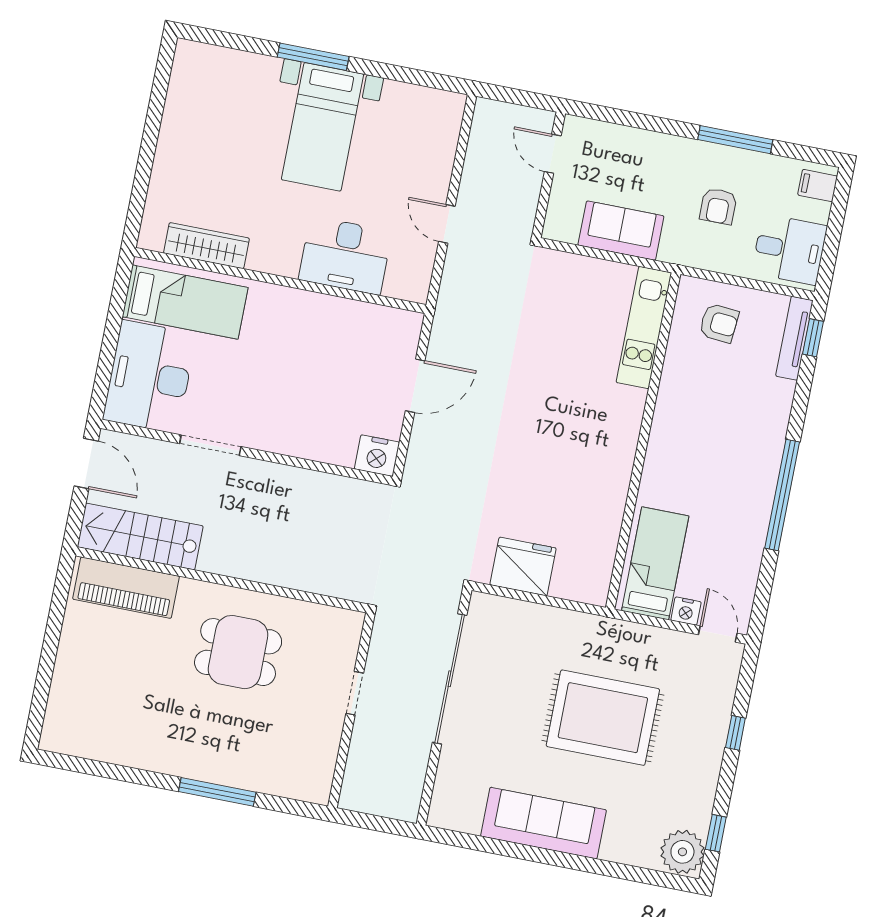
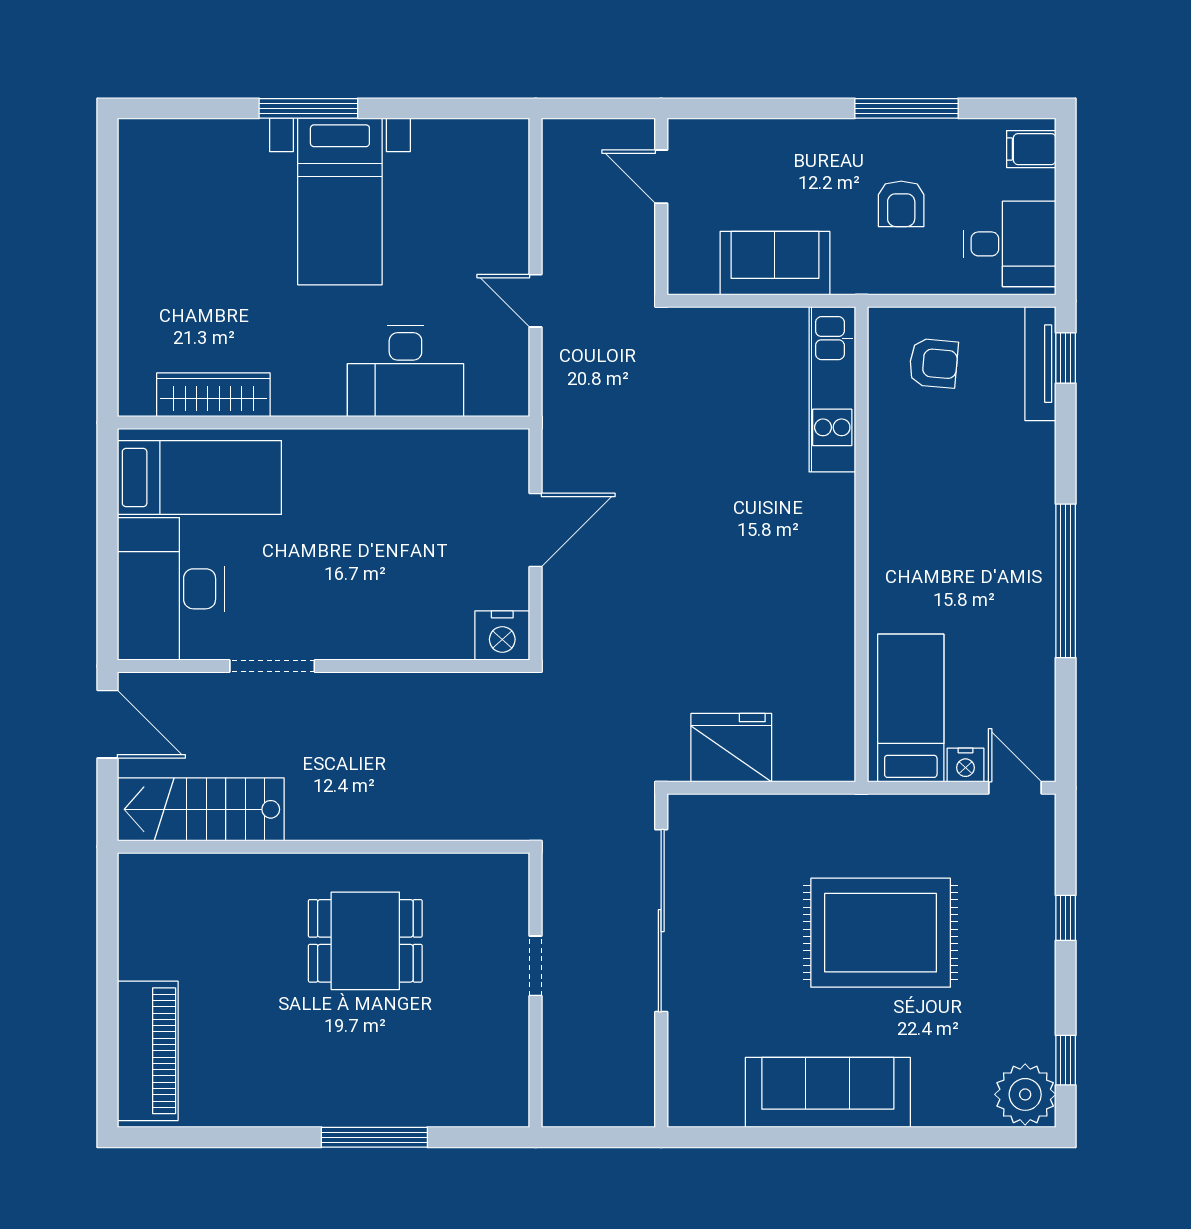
piano: (126, 588) -> (148, 1051), moved, turned -90

